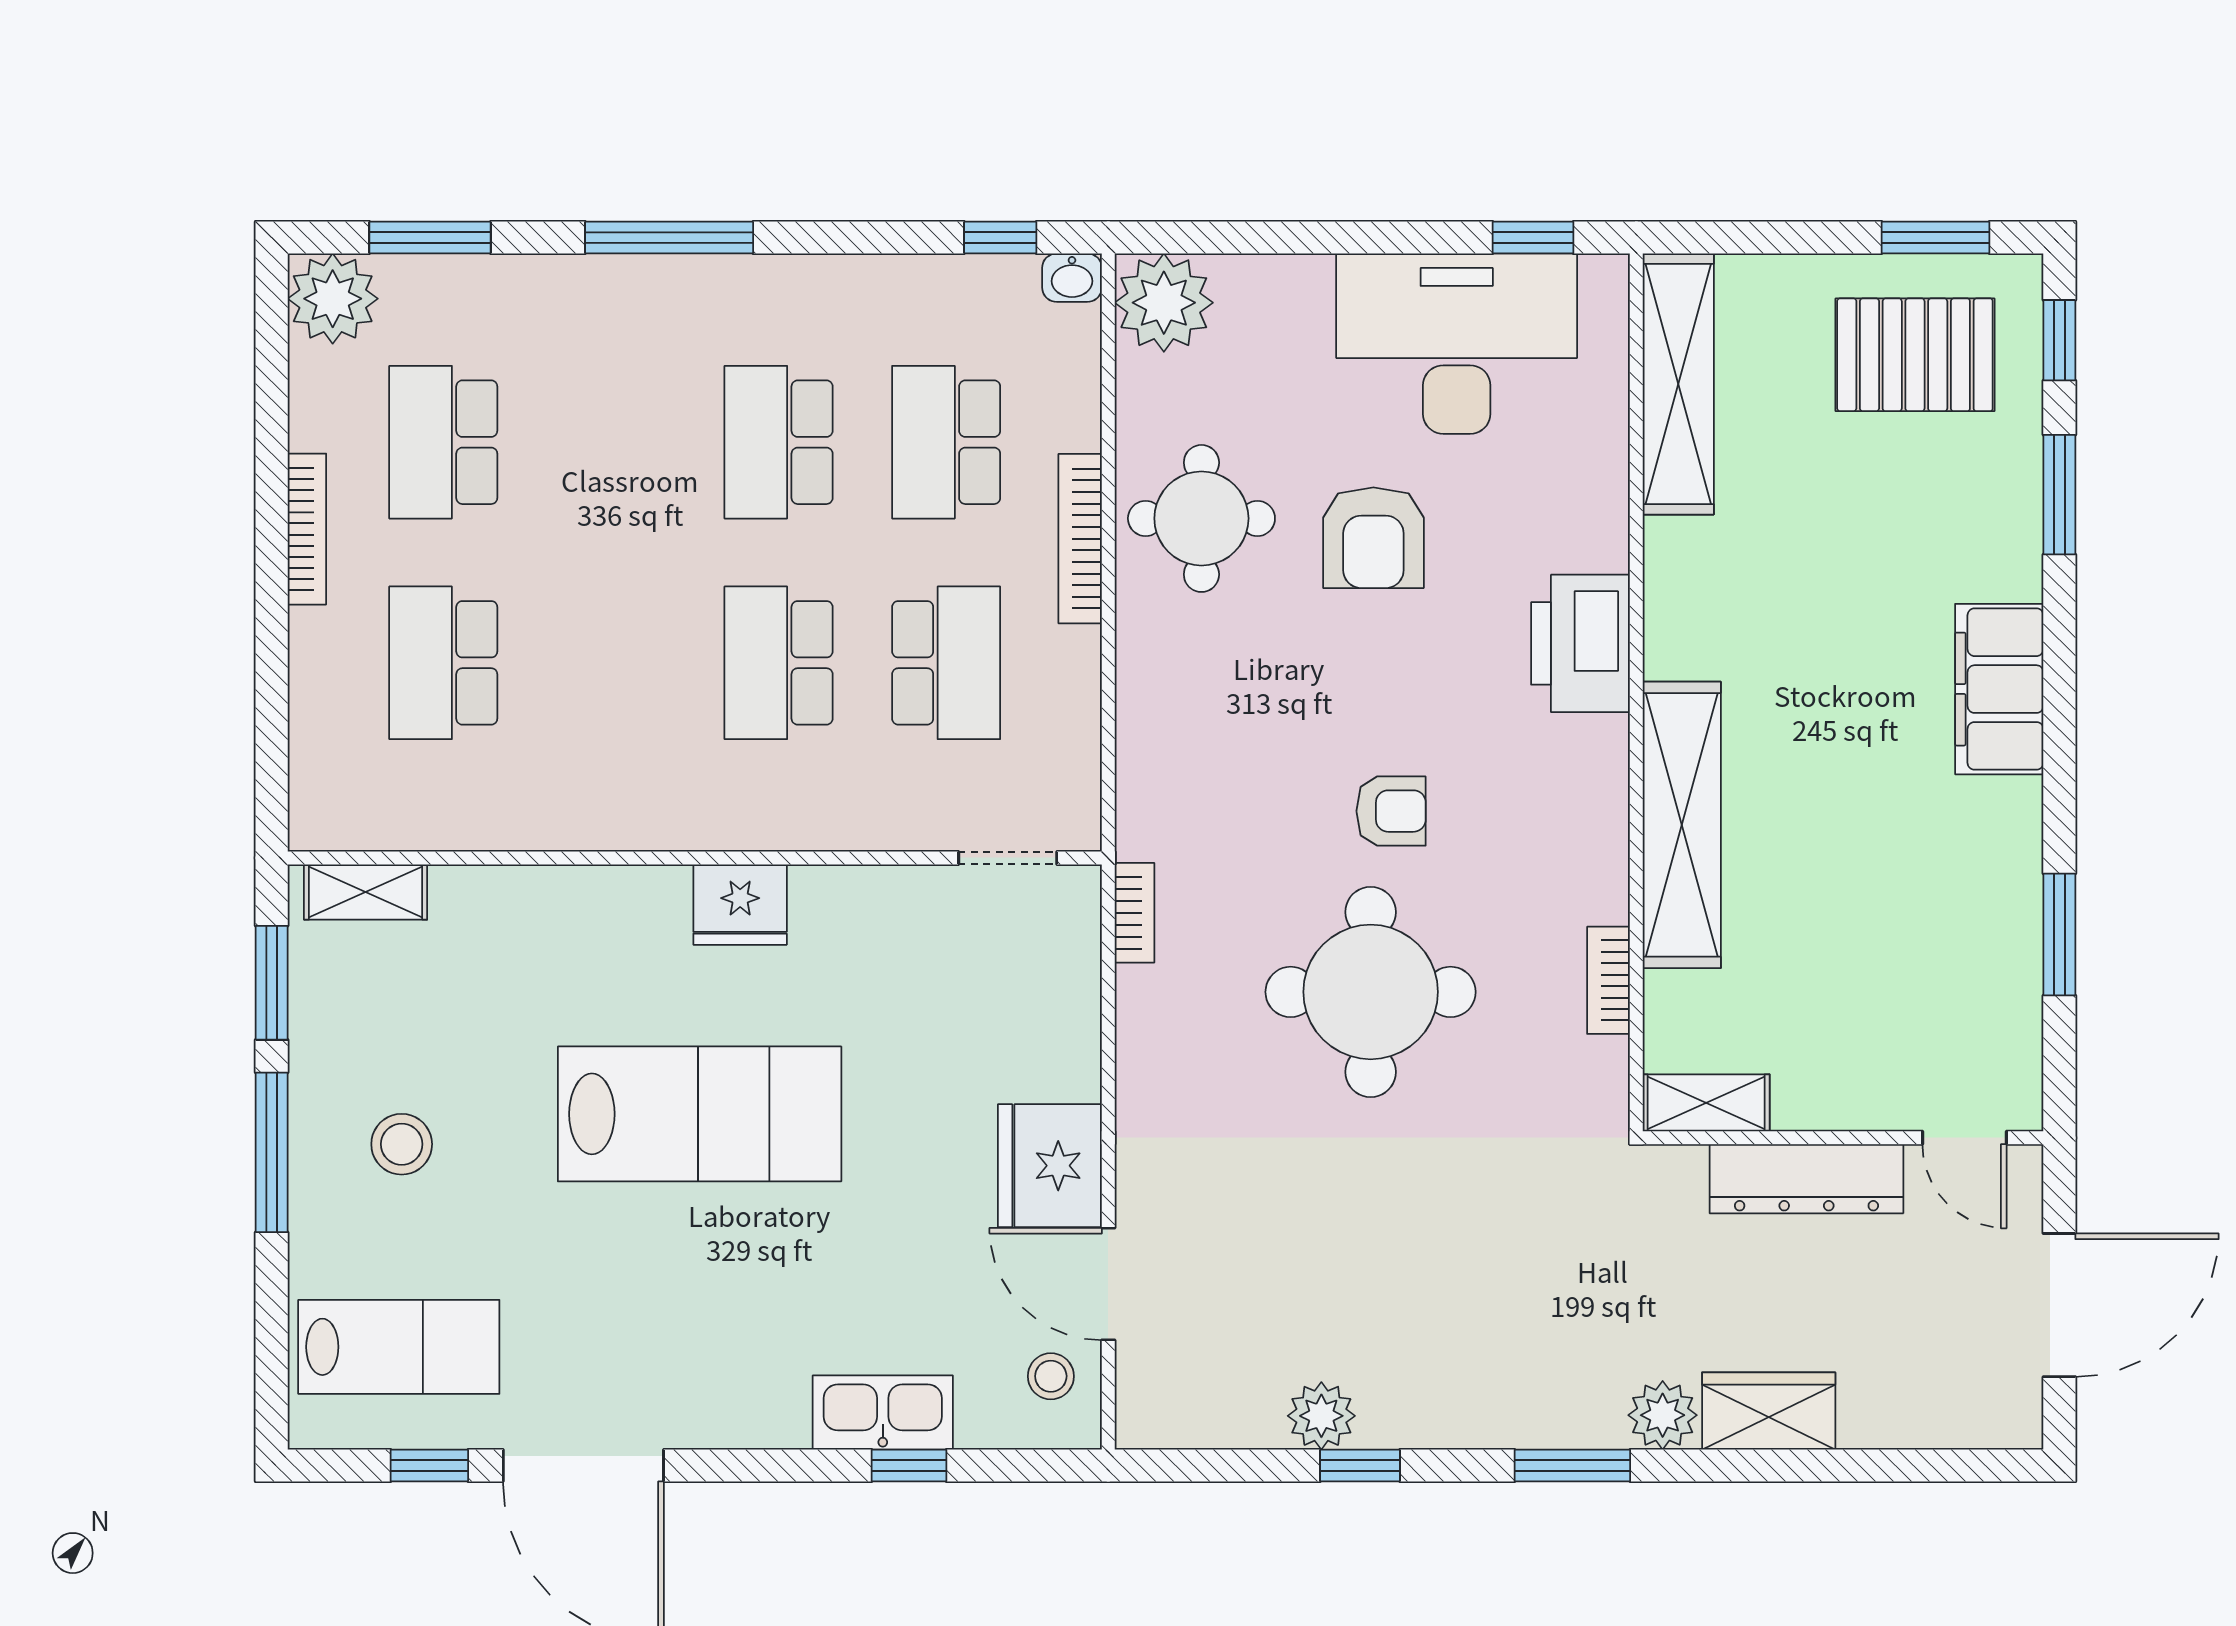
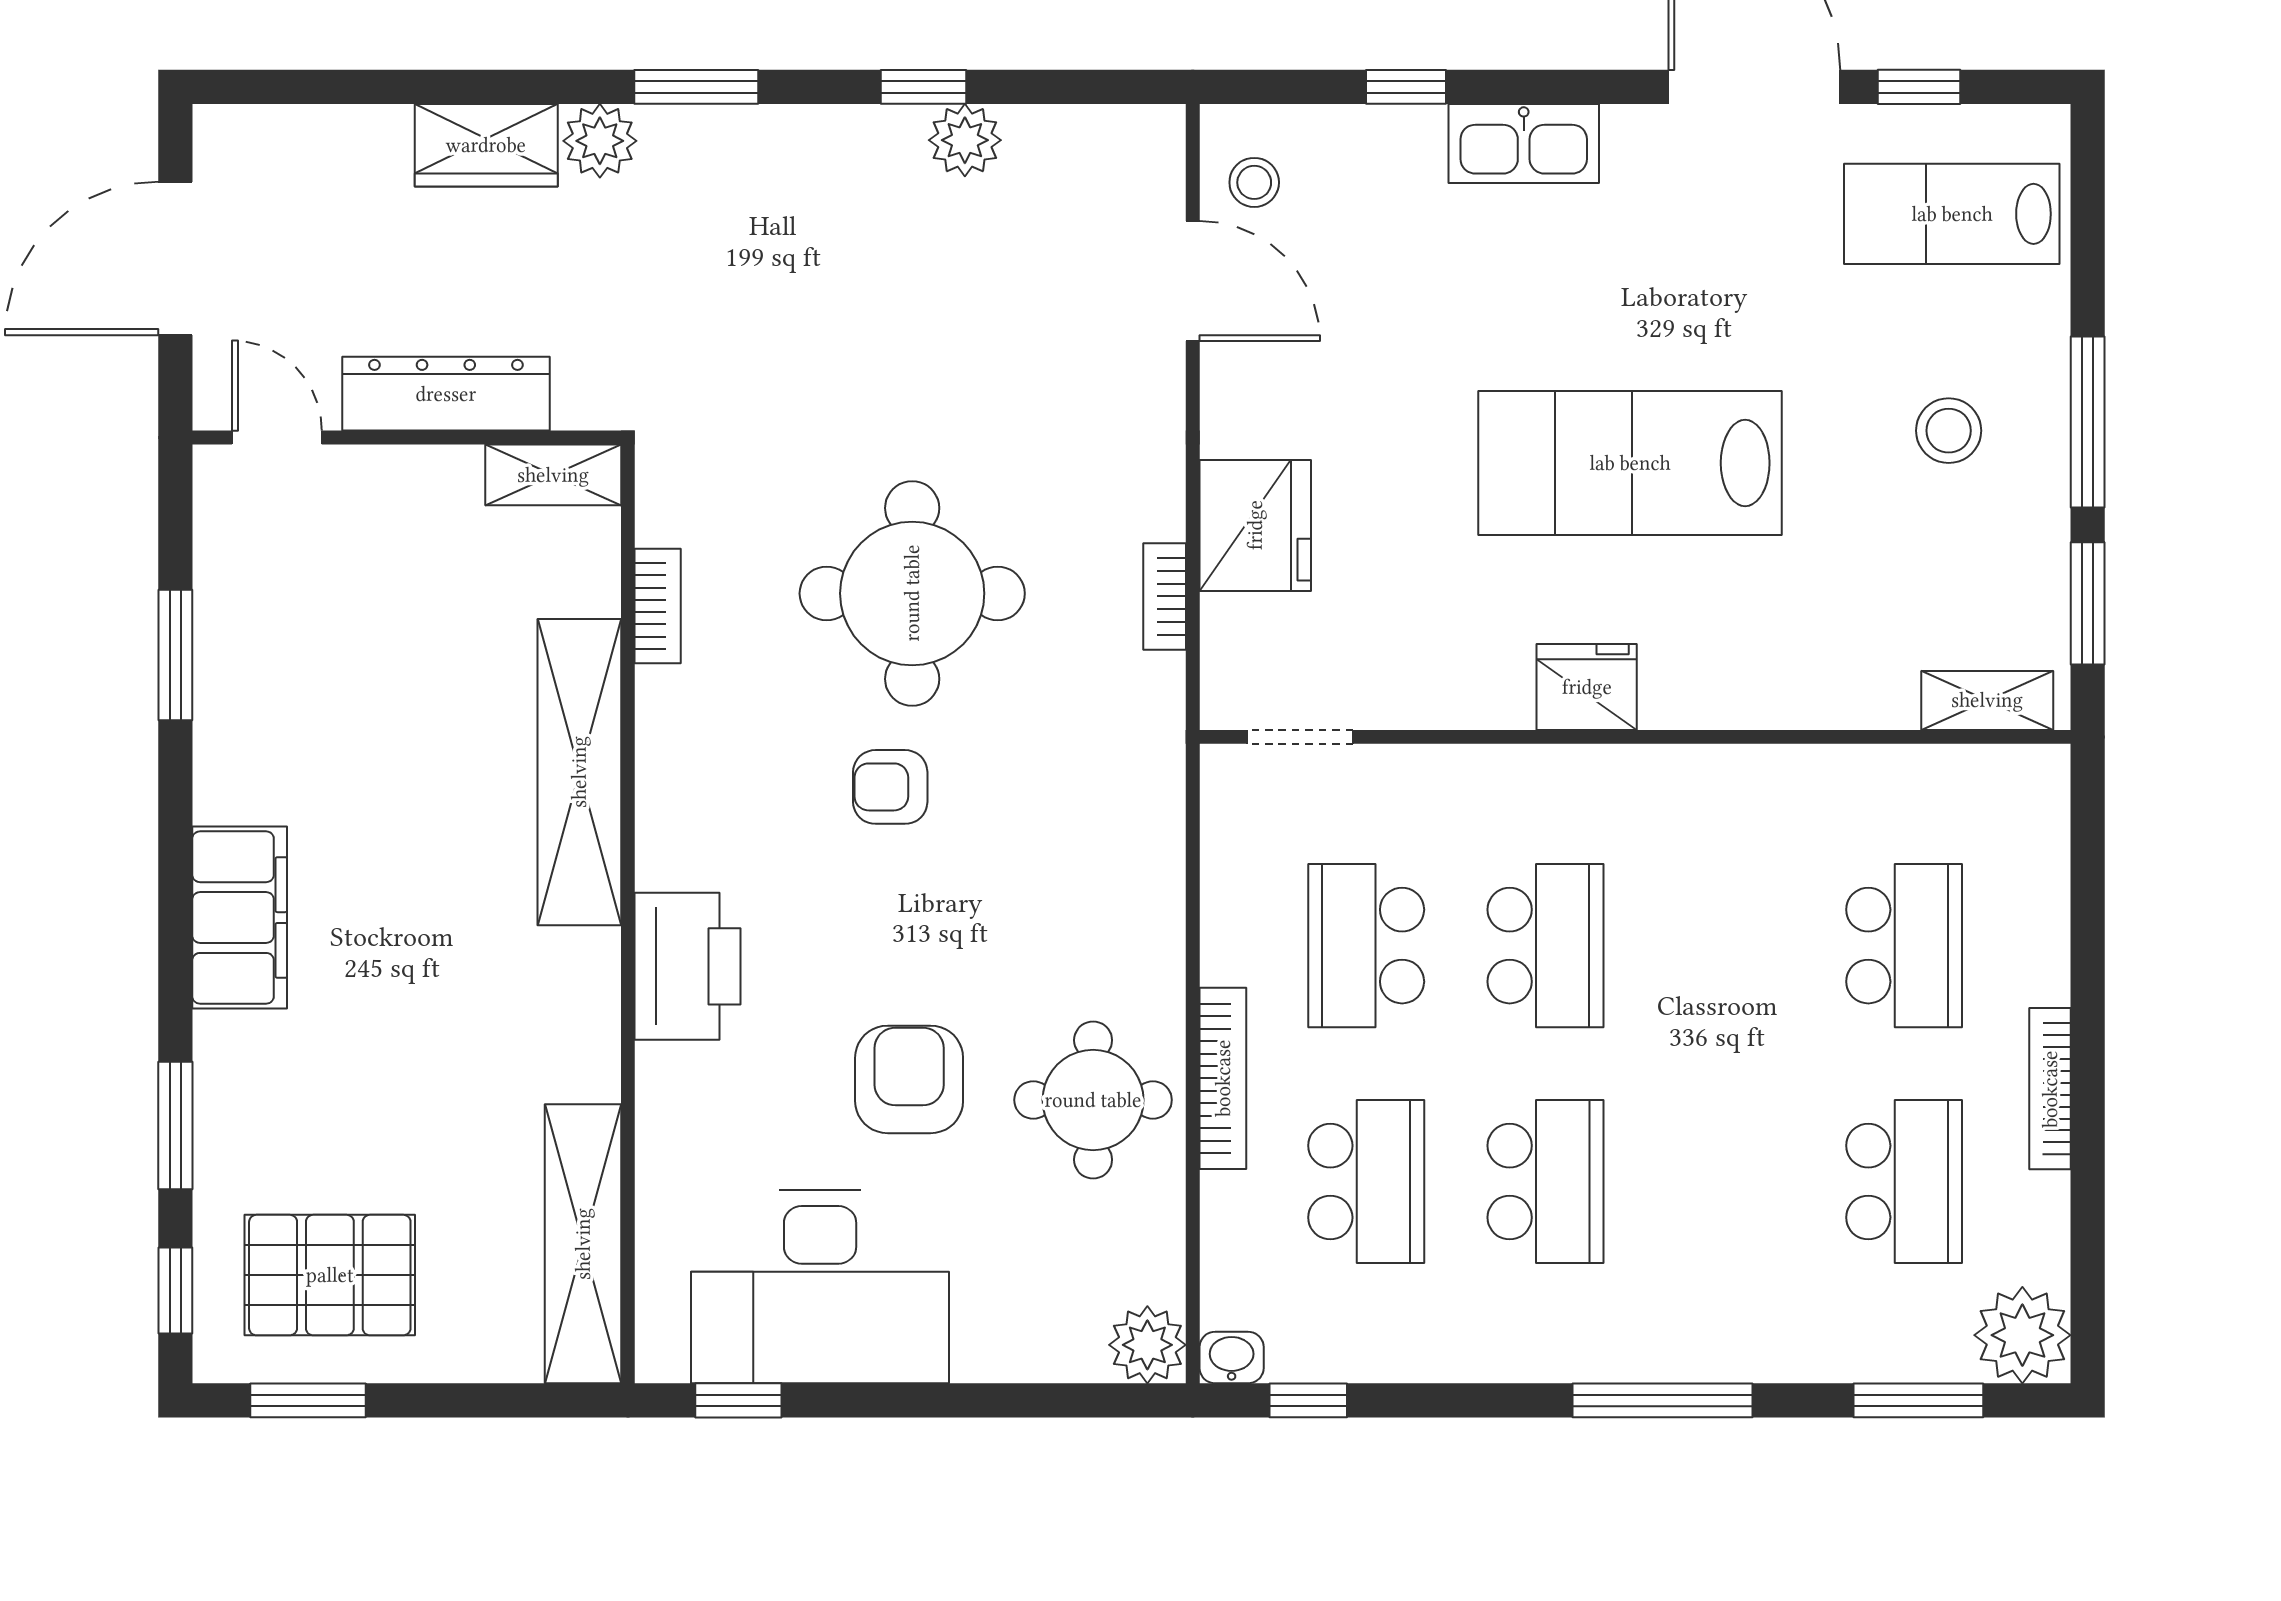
plant: (1164, 303) -> (1147, 1345), width x0.73, depth x0.73
bookcase: (1135, 913) -> (1165, 596), moved
fridge: (1050, 1166) -> (1255, 525), moved
kitchen sink: (883, 1413) -> (1524, 144), moved

